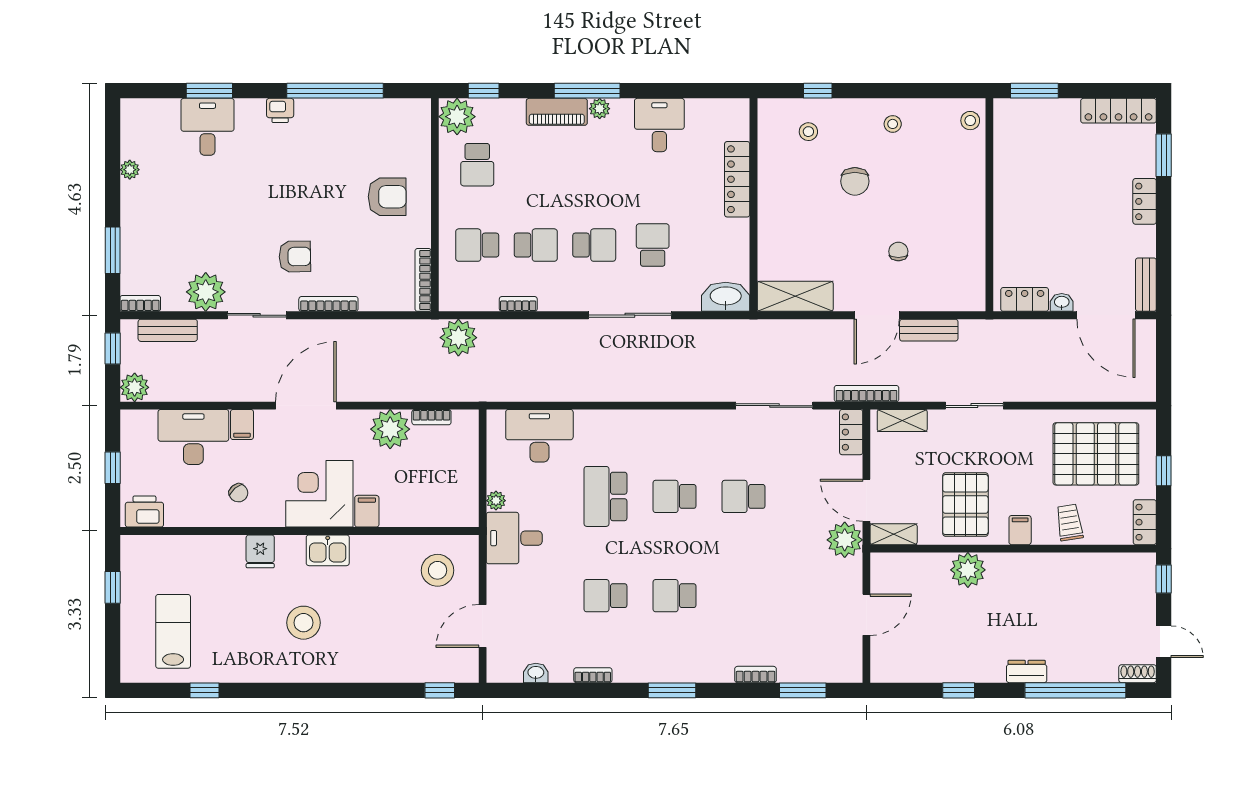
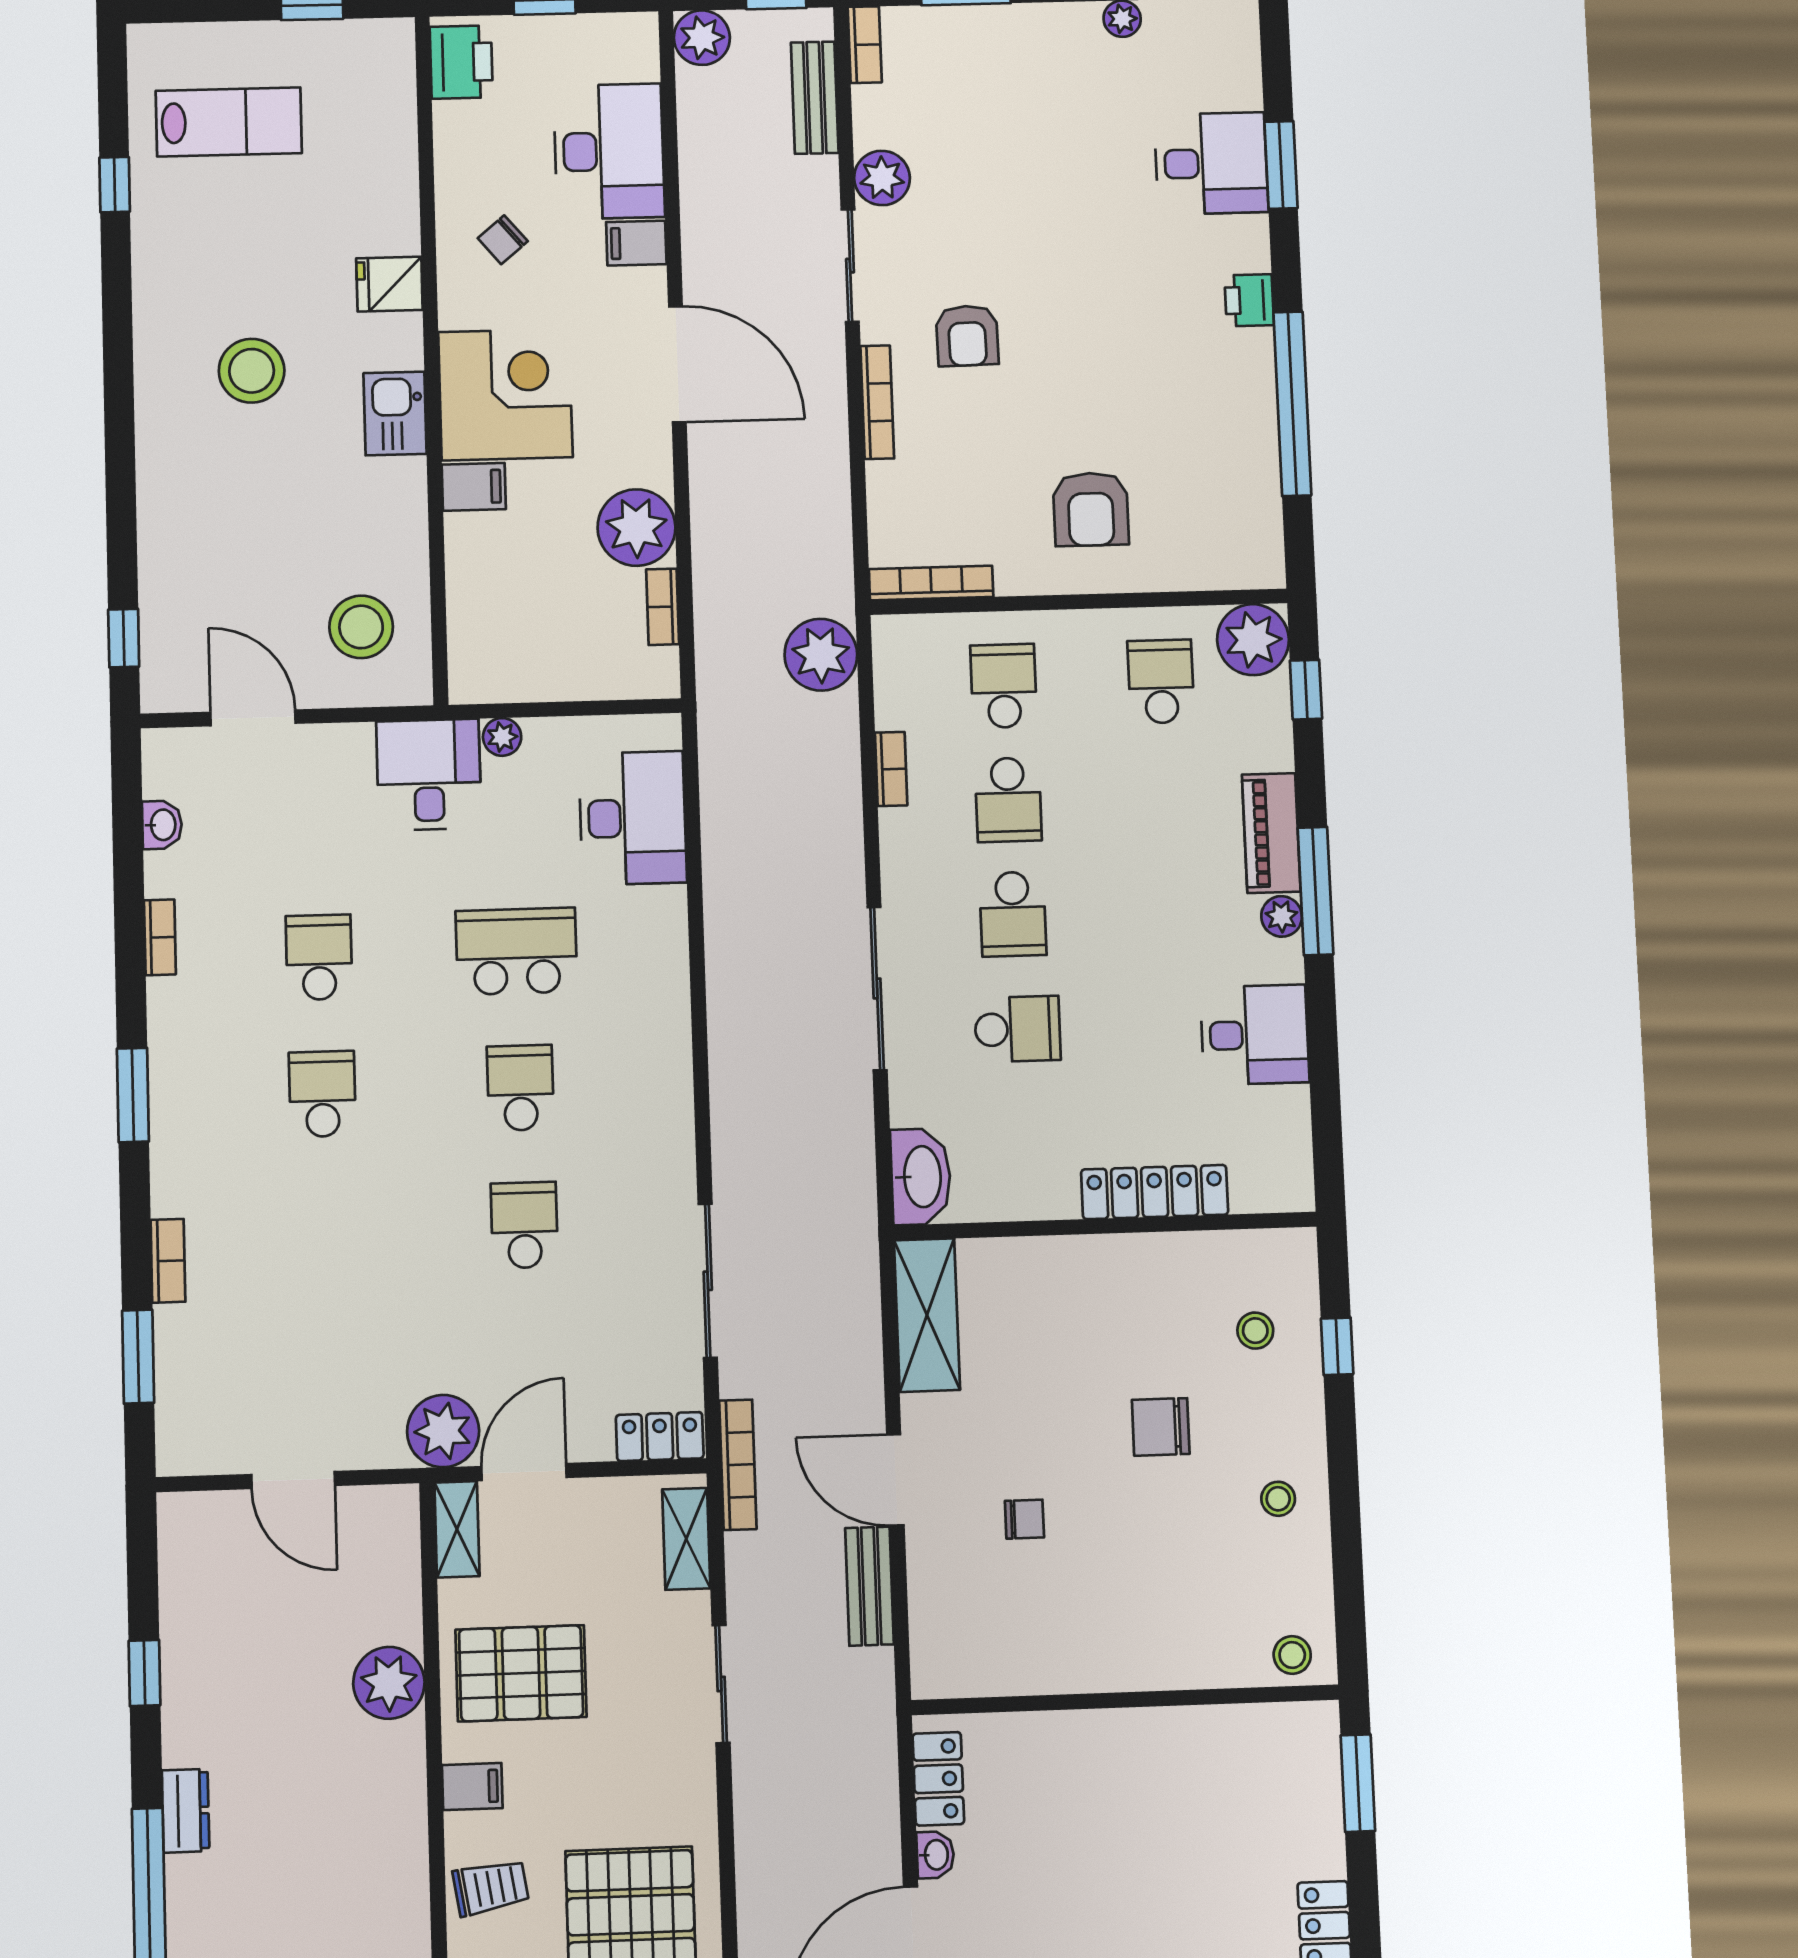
school desk: (477, 165) -> (1161, 681), turned 90
plant: (206, 292) -> (882, 178), width x0.73, depth x0.73

